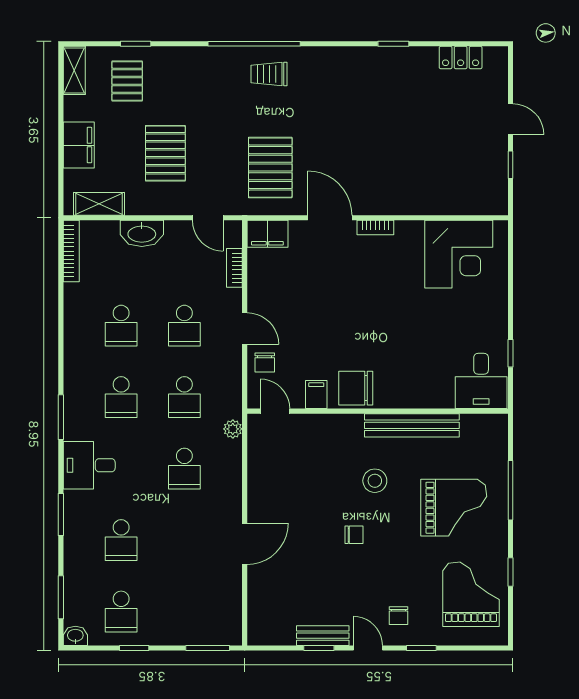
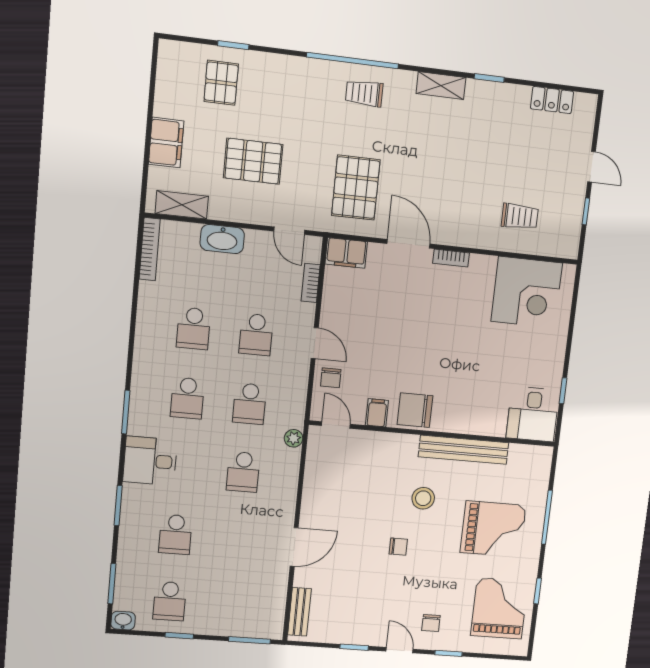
shelving: (74, 70) -> (441, 86), moved, turned 90
pallet: (165, 153) -> (253, 161), turned 90
trolley: (442, 178) -> (520, 216), added
bench: (323, 636) -> (299, 612), moved, turned 90

